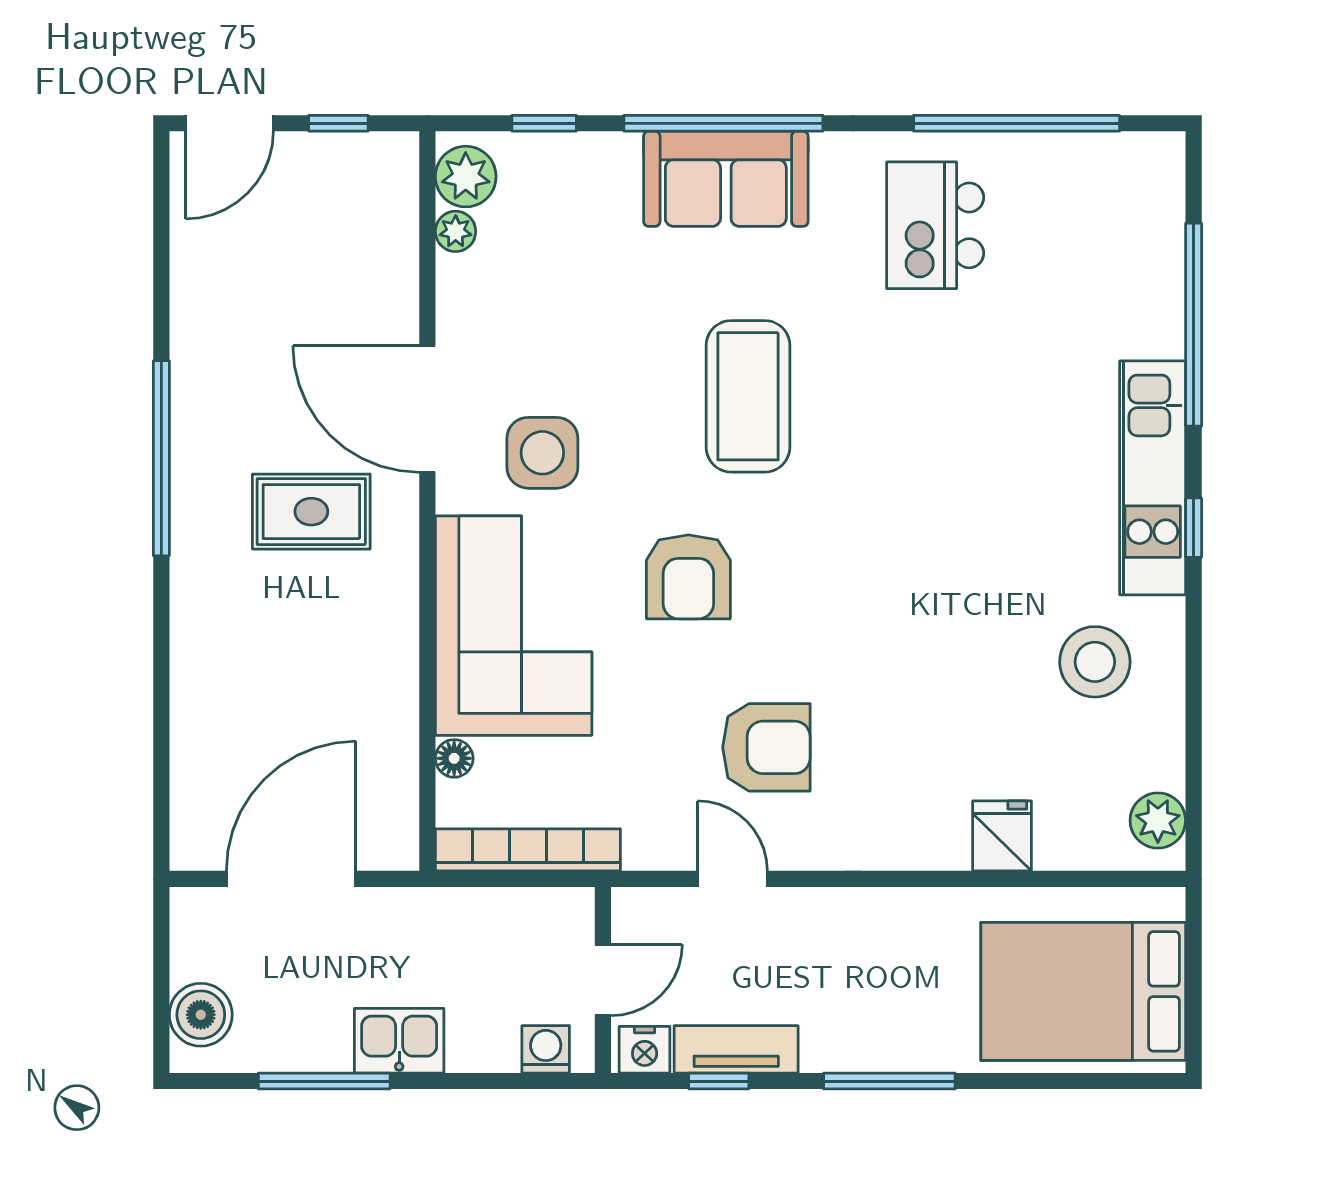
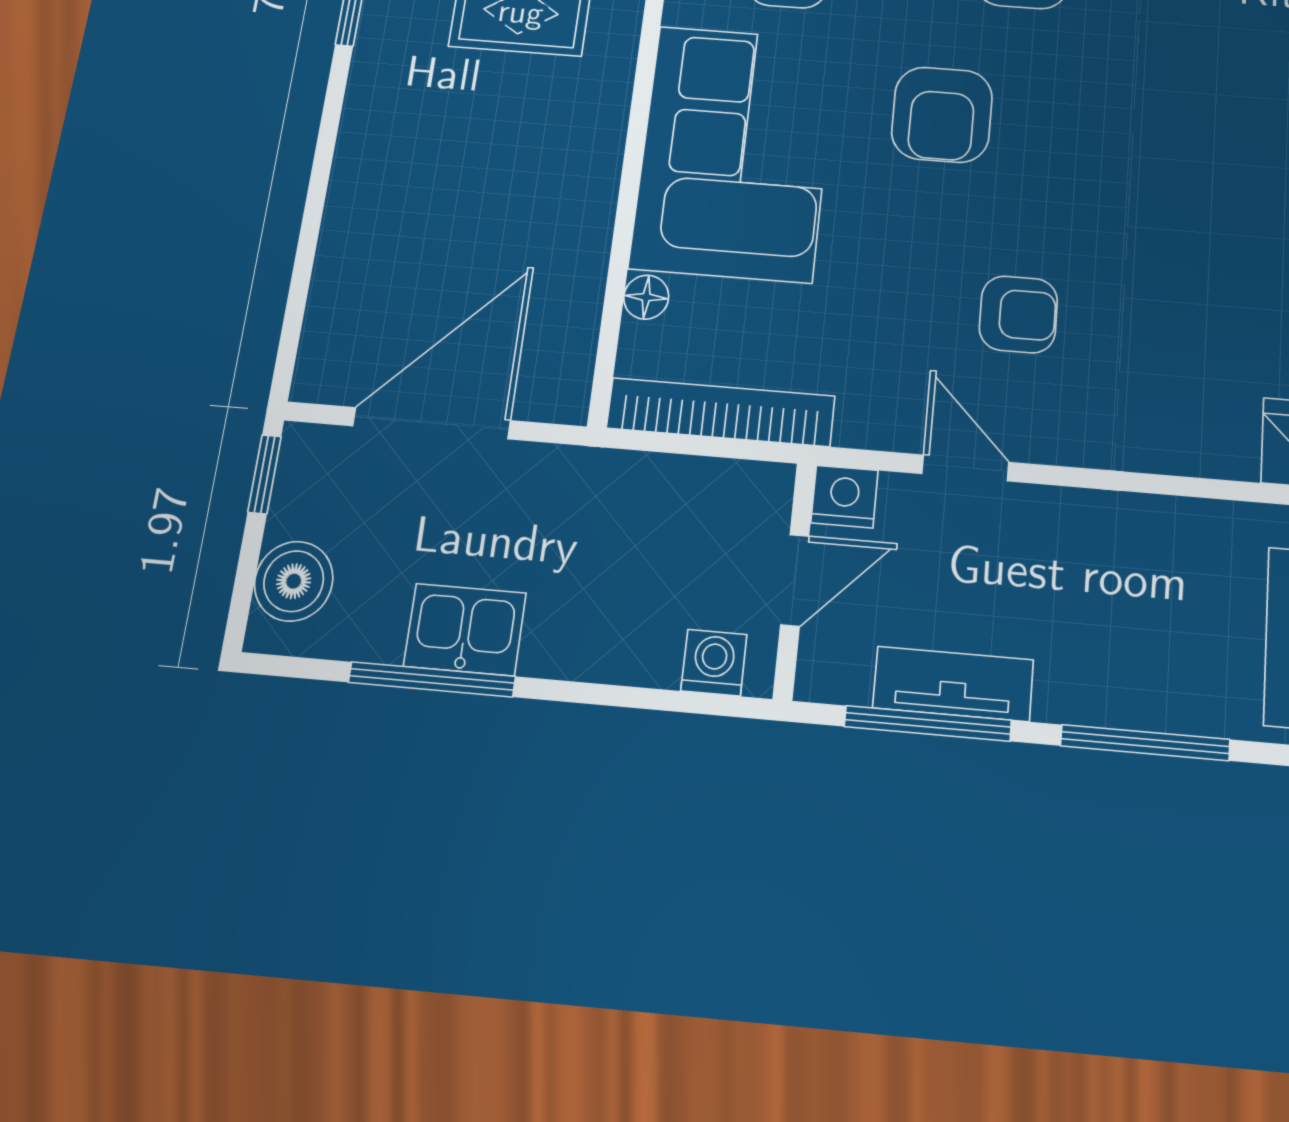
armchair: (766, 747) -> (1018, 314), width x0.72, depth x0.72
window: (161, 932) -> (265, 474), added
kitchen sink: (399, 1041) -> (465, 630), moved
nightstand: (645, 1050) -> (845, 497), moved, turned 180
window: (719, 1081) -> (928, 723), width x2.17

